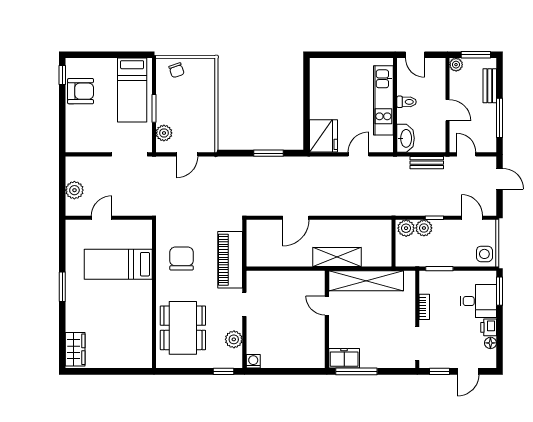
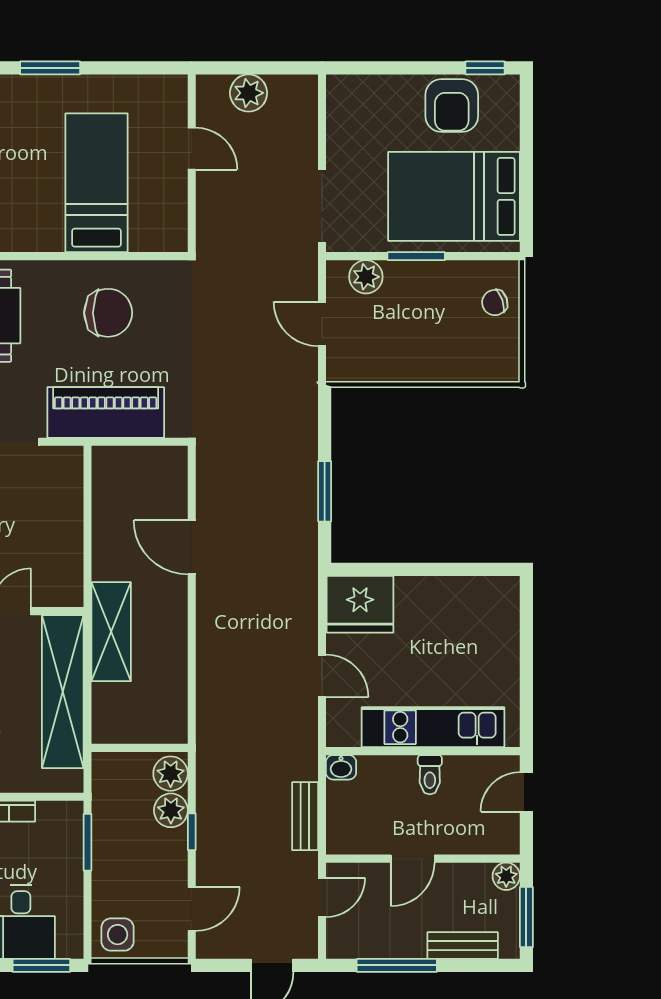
bed: (132, 90) -> (454, 196), width x1.50
washbasin: (406, 138) -> (341, 767), width x0.52, depth x0.69

